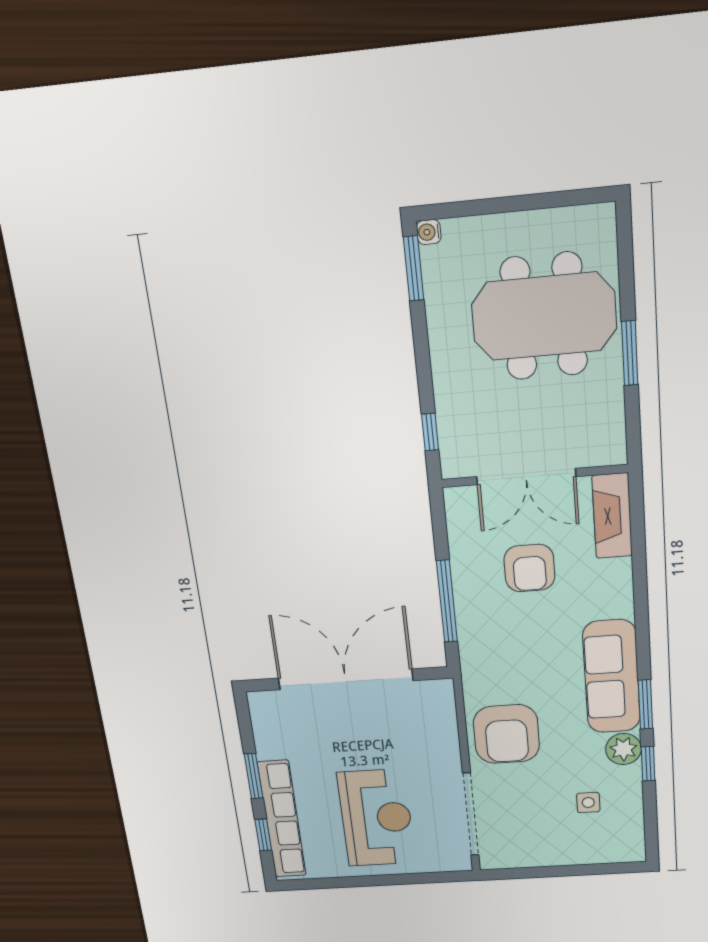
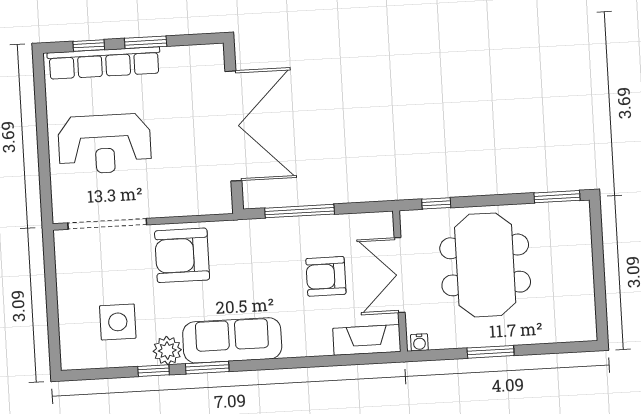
water cooler: (429, 232) -> (419, 342), moved, turned 180
meeting table: (544, 316) -> (485, 265), moved
side table: (588, 802) -> (118, 322), width x1.87, depth x1.87

